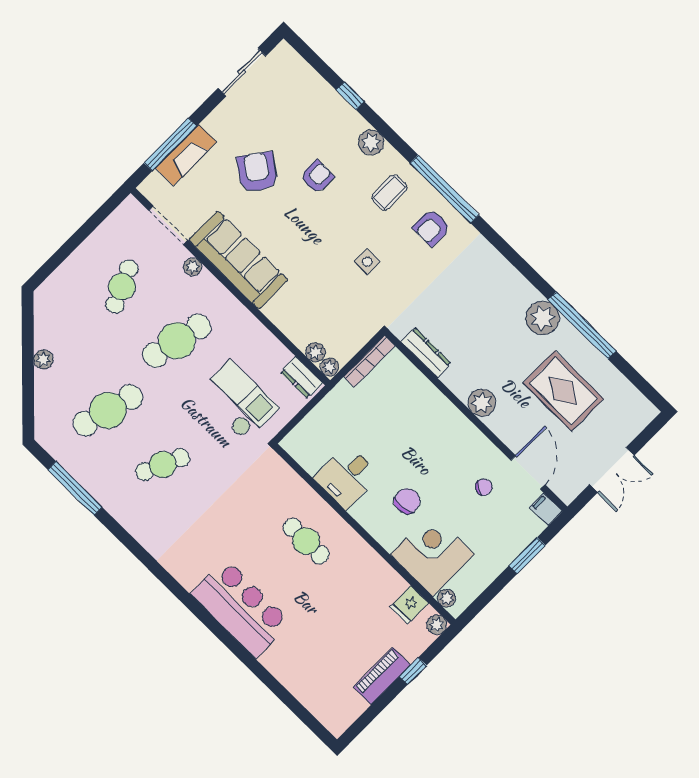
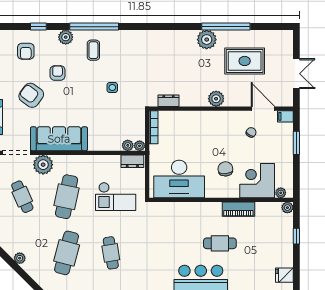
window: (444, 189) -> (94, 27), moved
armchair: (432, 228) -> (26, 51), moved
plant: (193, 267) -> (43, 165), width x1.88, depth x1.88
dresser: (426, 352) -> (168, 101), width x0.70
checkout: (238, 401) -> (116, 196), turned 180
cafe table: (163, 465) -> (111, 253), turned -33
desk: (347, 477) -> (179, 179), width x1.87, depth x1.30
cafe table: (306, 541) -> (220, 243), moved
fridge: (409, 605) -> (284, 275), moved, turned 90
piano: (382, 676) -> (238, 209), moved, turned -90

